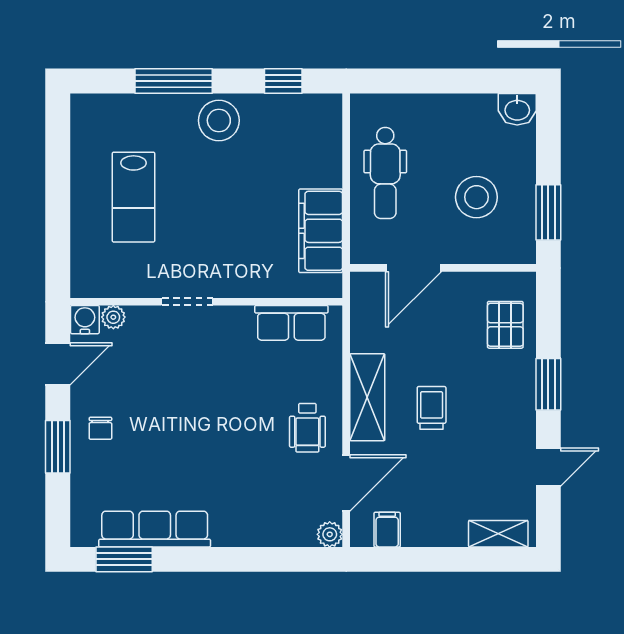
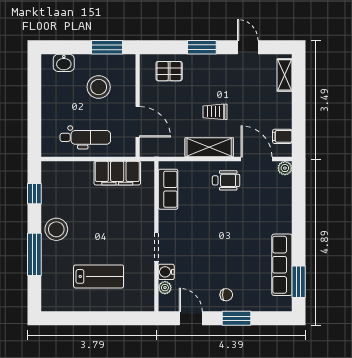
washbasin: (517, 109) -> (64, 63), moved, turned 90
water cooler: (85, 320) -> (166, 272), moved

